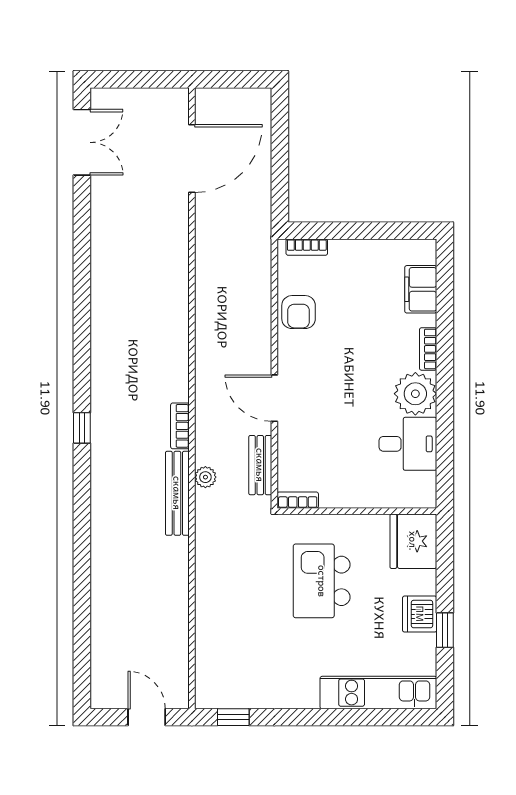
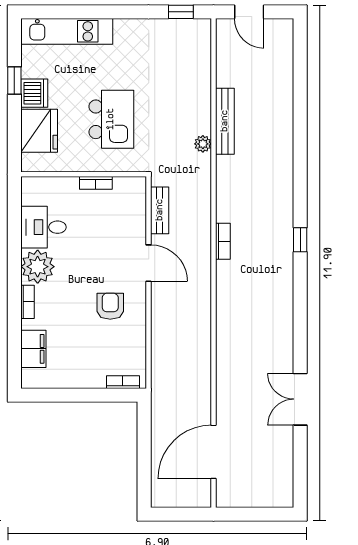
double door: (82, 142) -> (300, 399), moved
armchair: (299, 312) -> (110, 306), moved
plant: (205, 477) -> (203, 144), moved
bench: (177, 493) -> (225, 121), moved
bookcase: (298, 500) -> (96, 183), moved
fridge: (413, 541) -> (39, 131), moved

